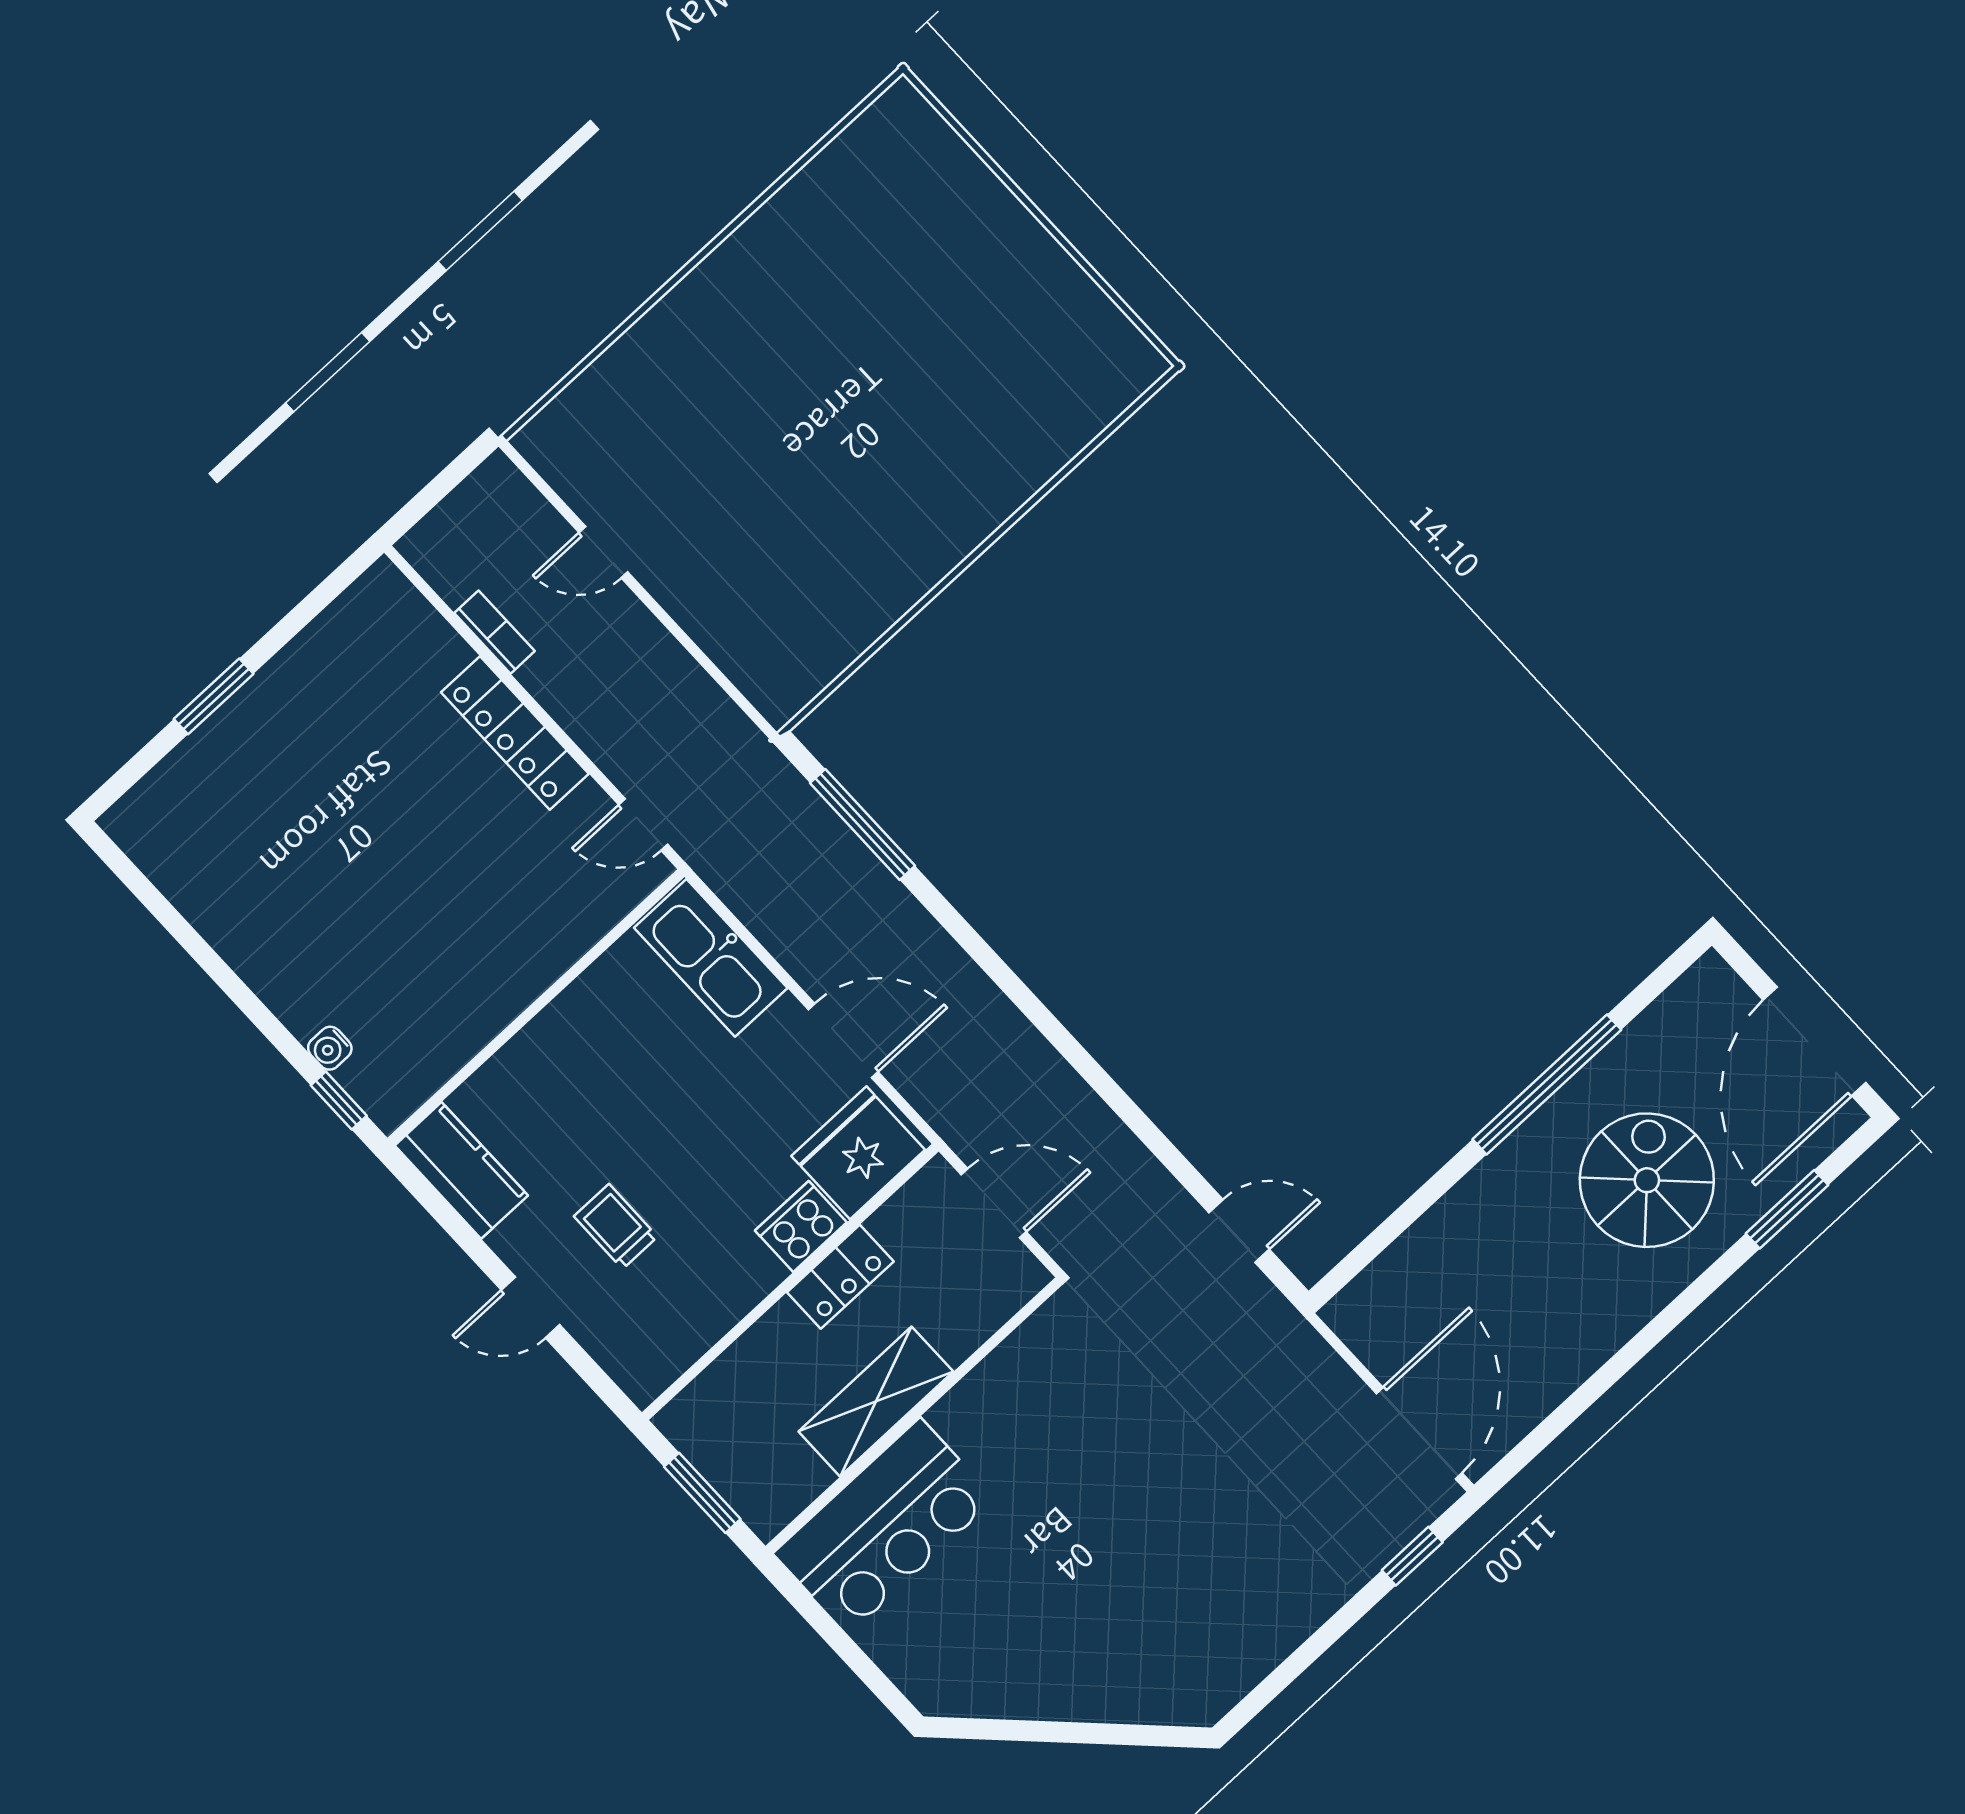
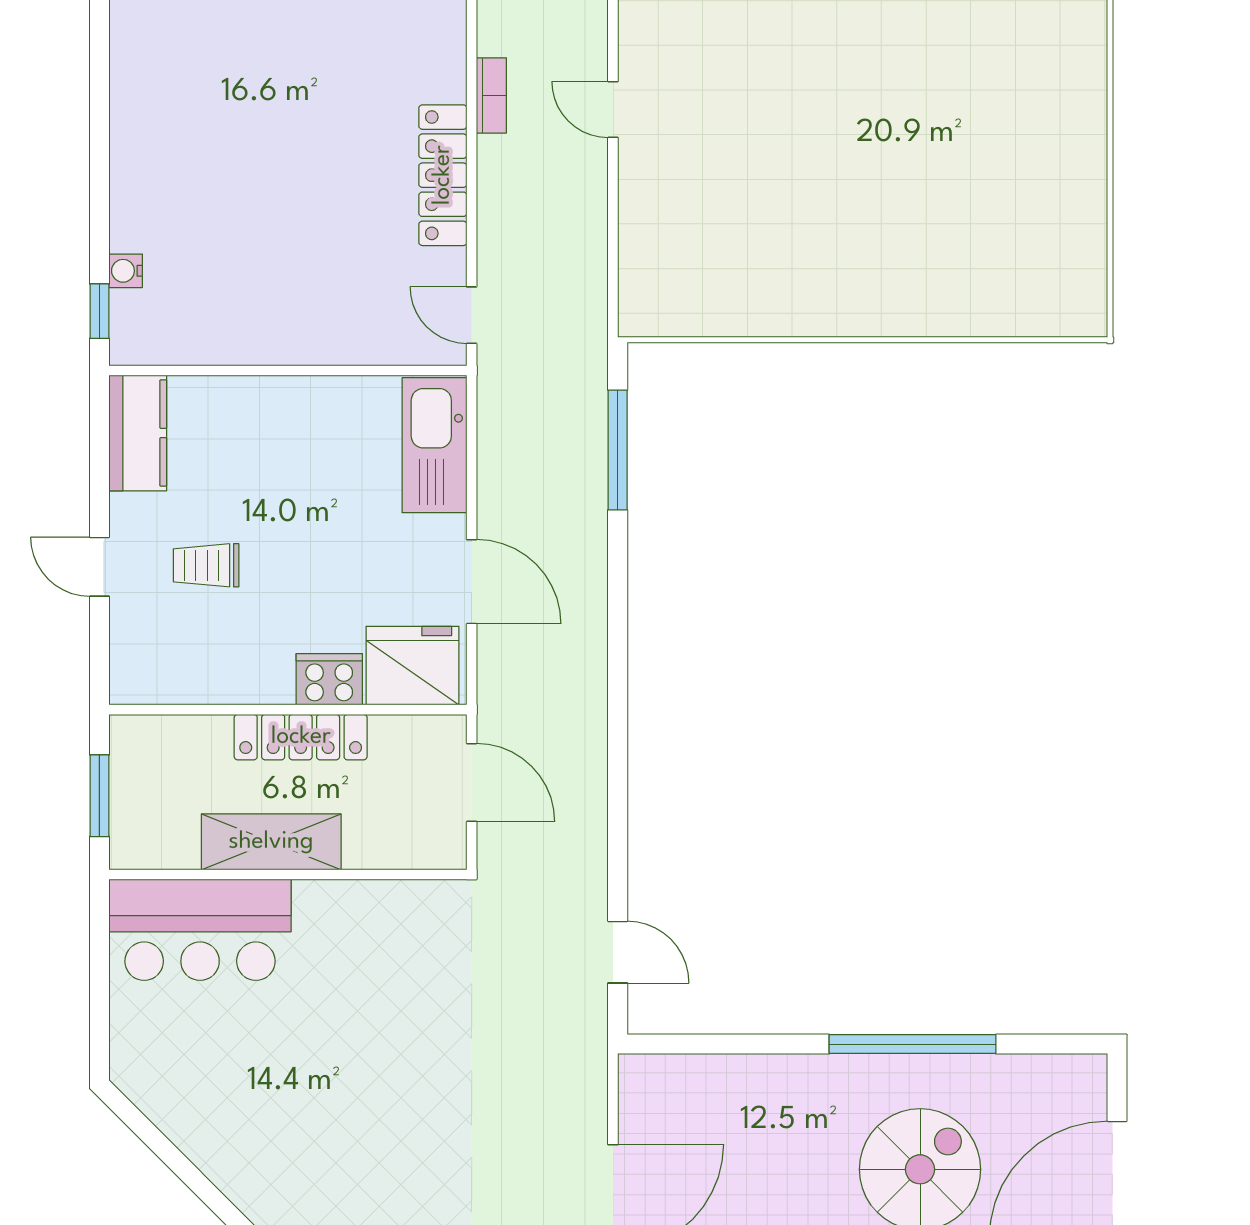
trolley: (616, 1226) -> (206, 565), turned -90
locker: (840, 1277) -> (301, 737), width x1.53

